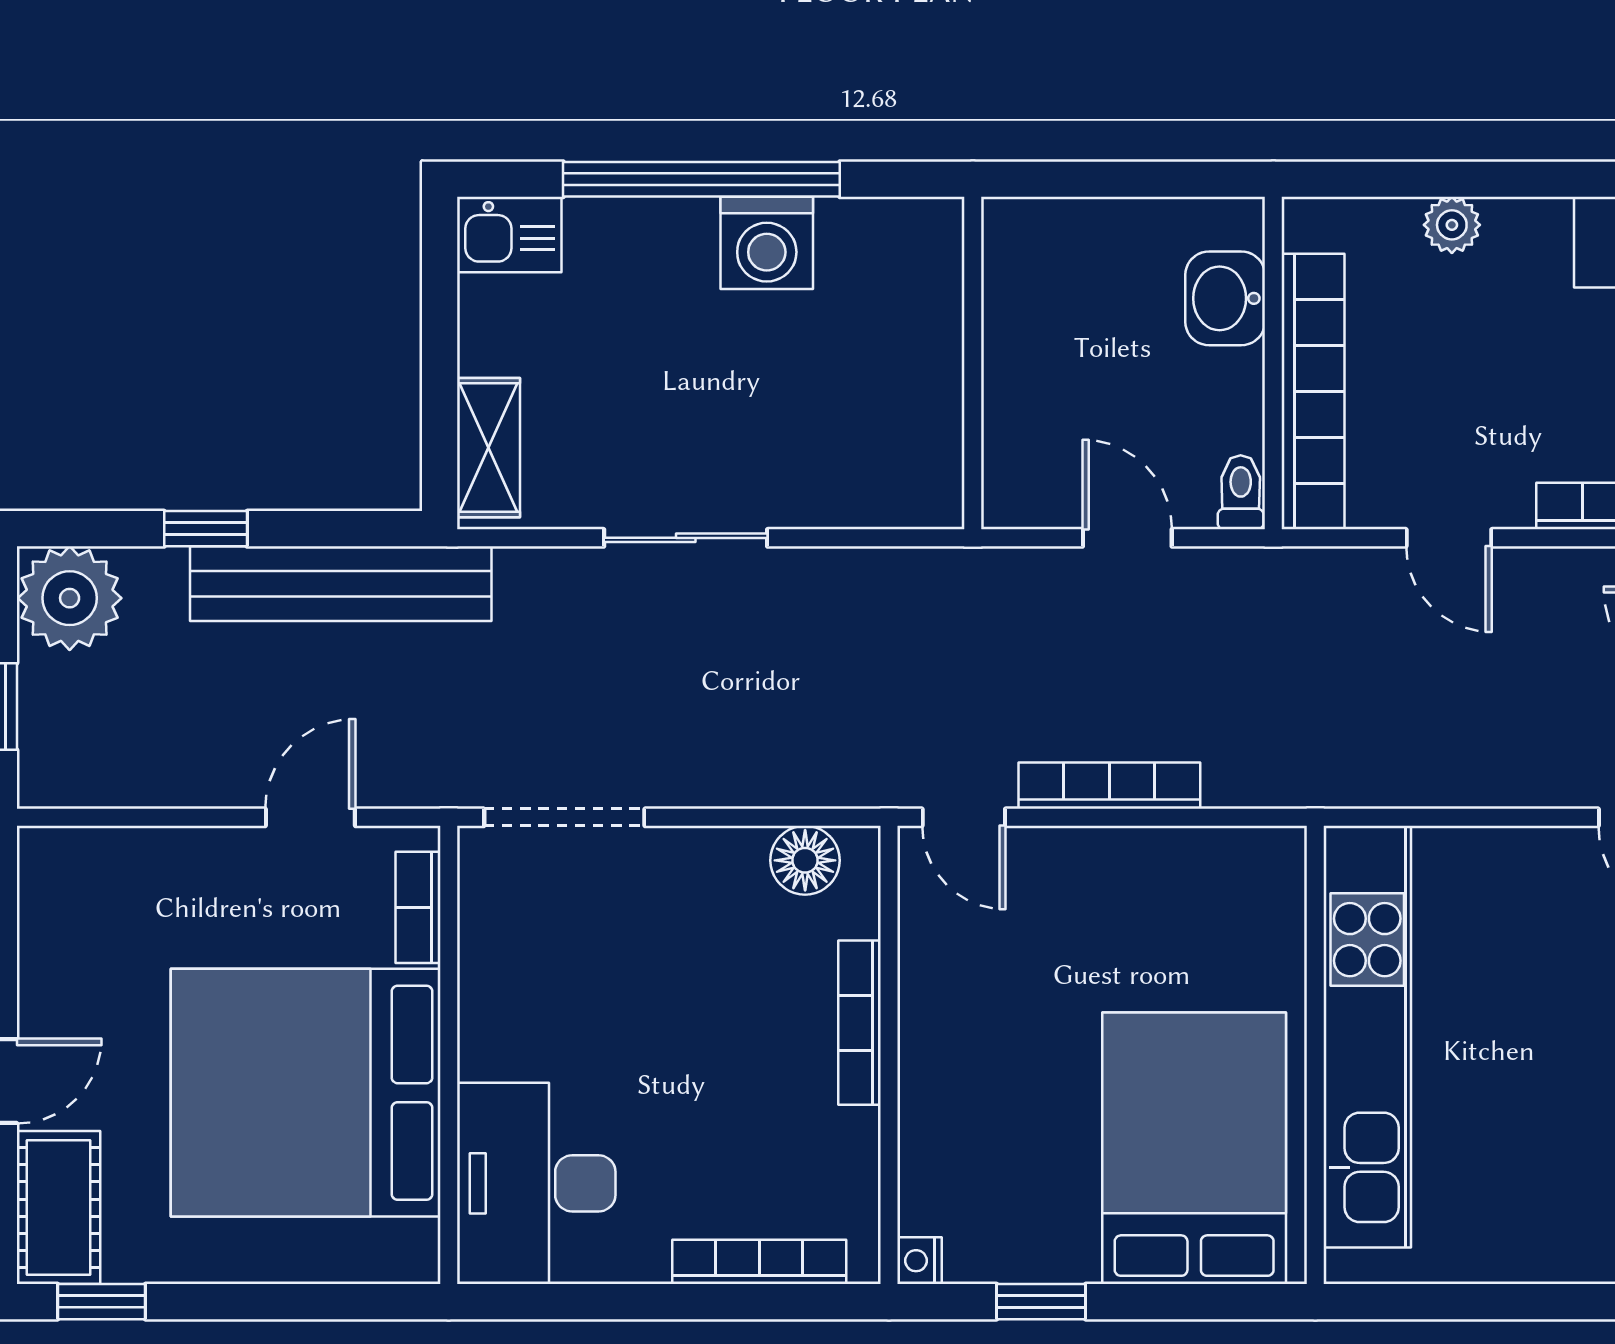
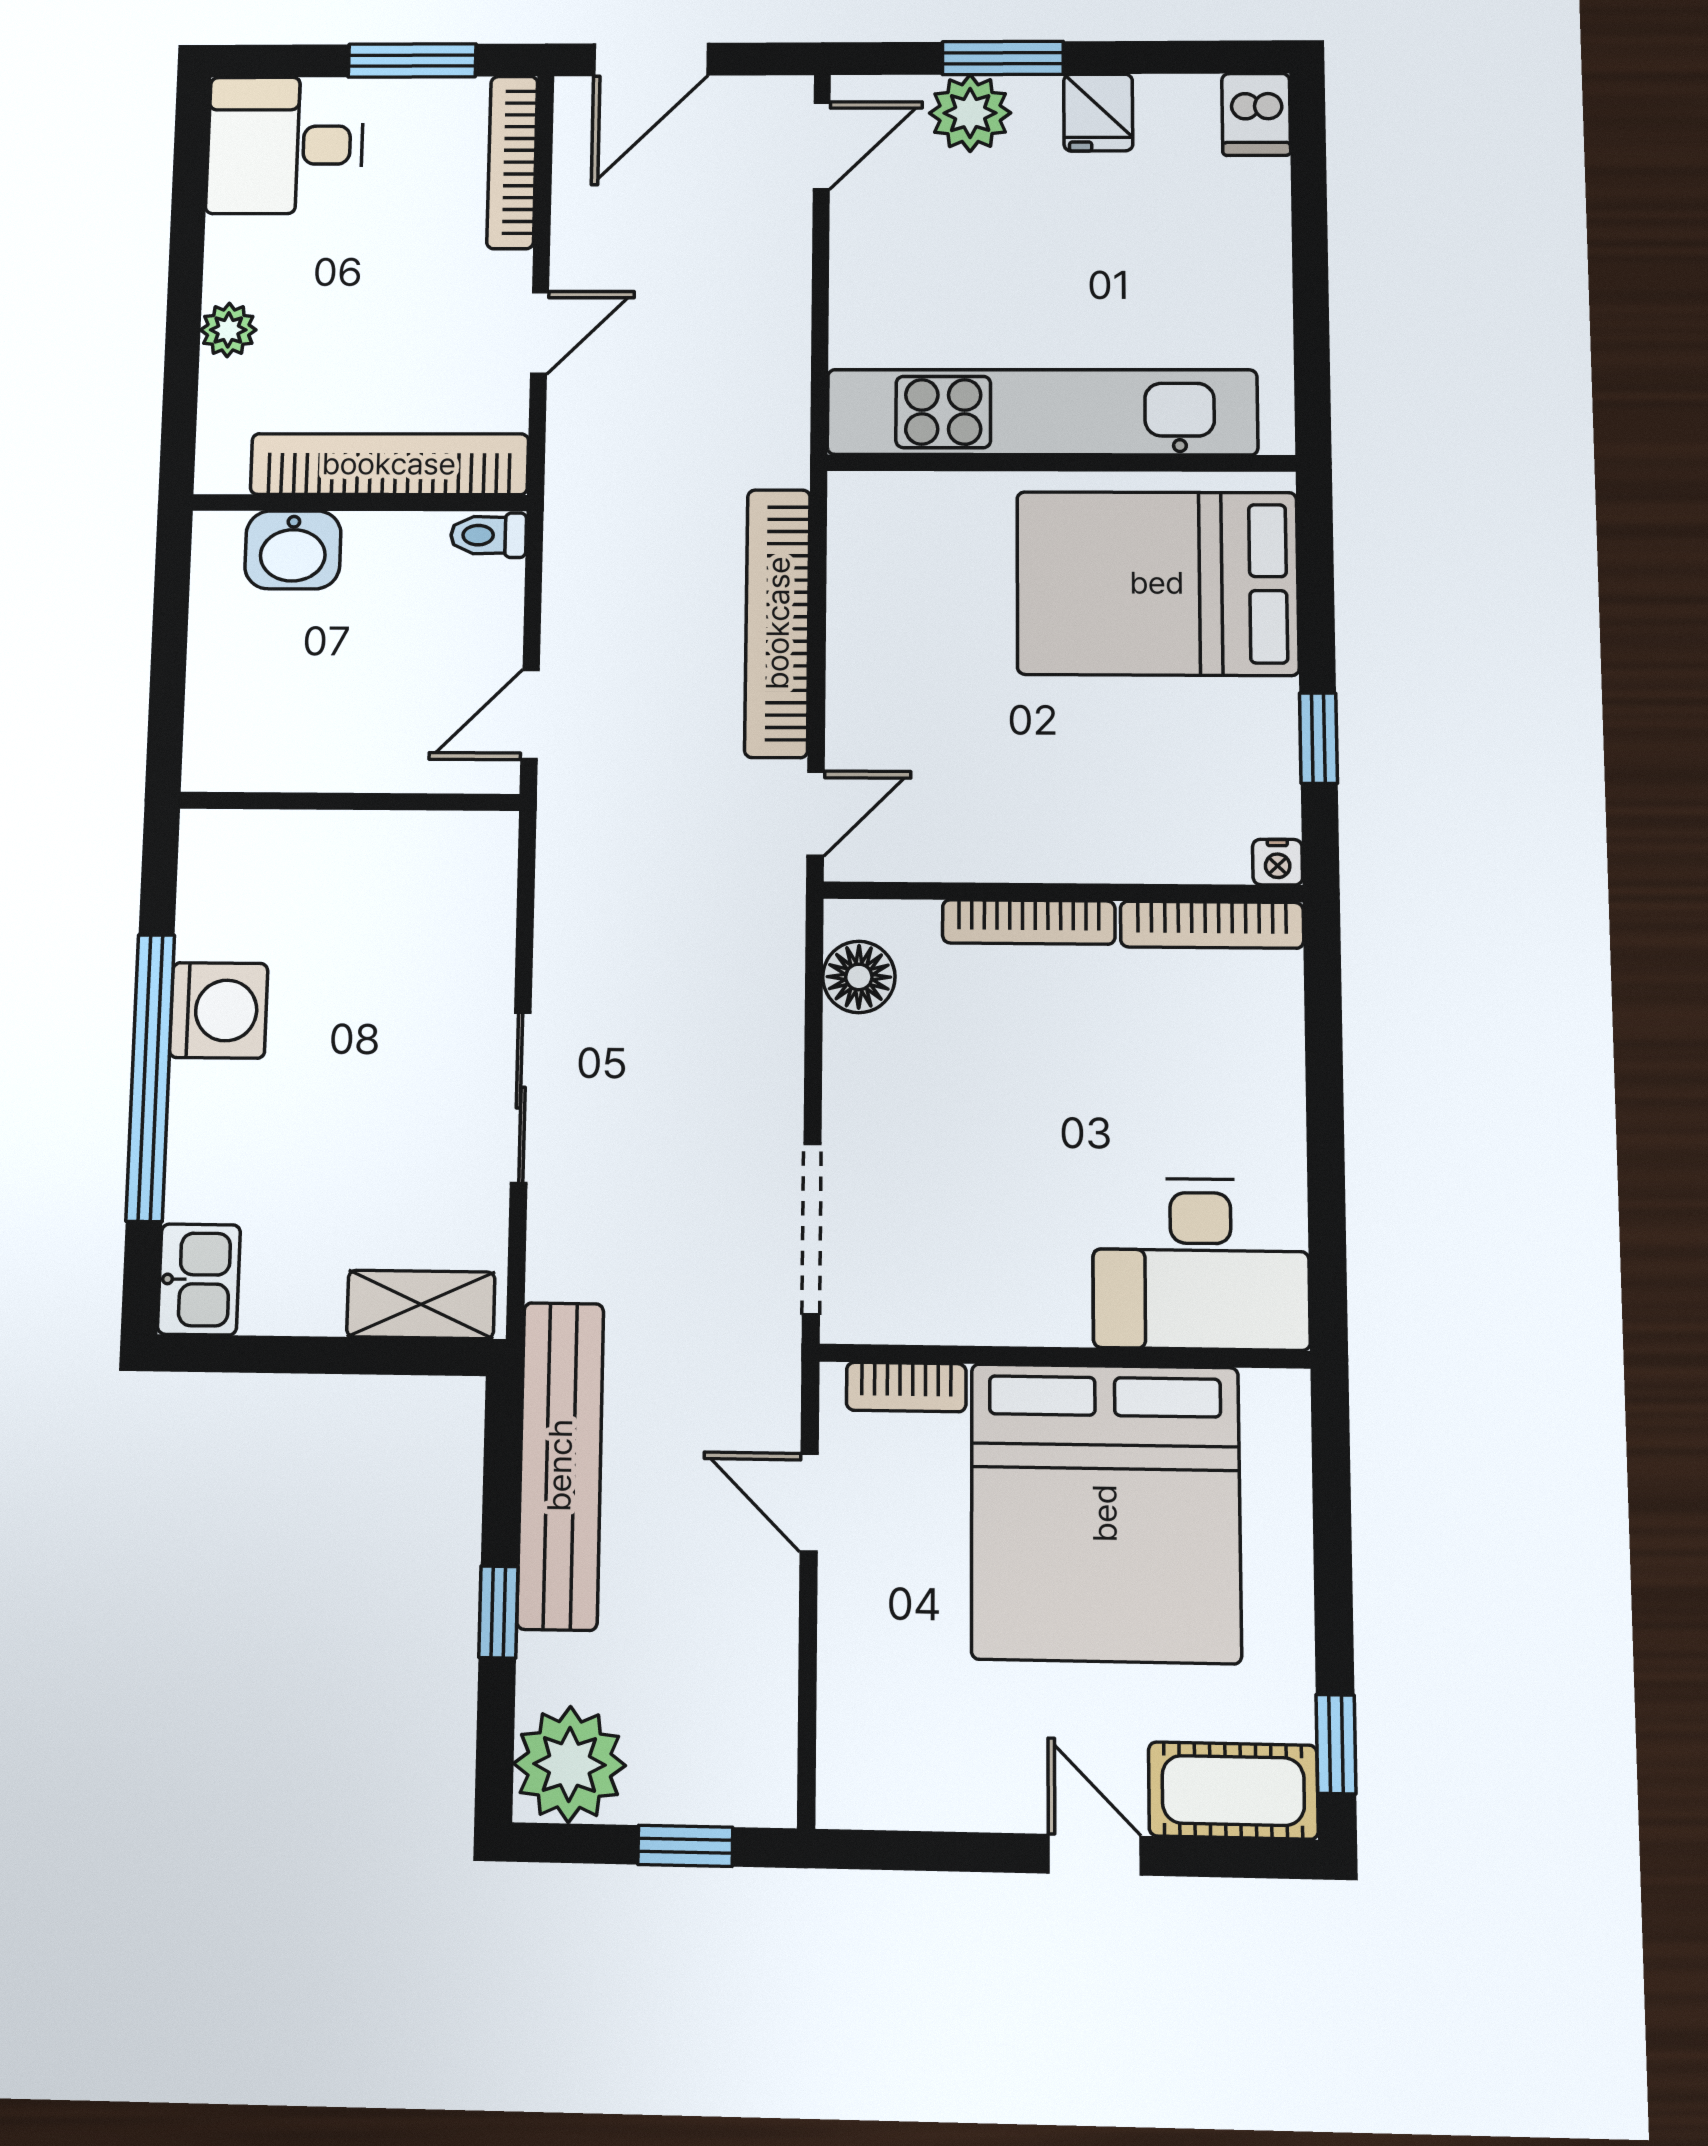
door: (1127, 538) -> (530, 715), moved
bookcase: (1109, 786) -> (778, 623), width x1.48, depth x1.31
bookcase: (759, 1262) -> (1212, 925), moved, turned -90

